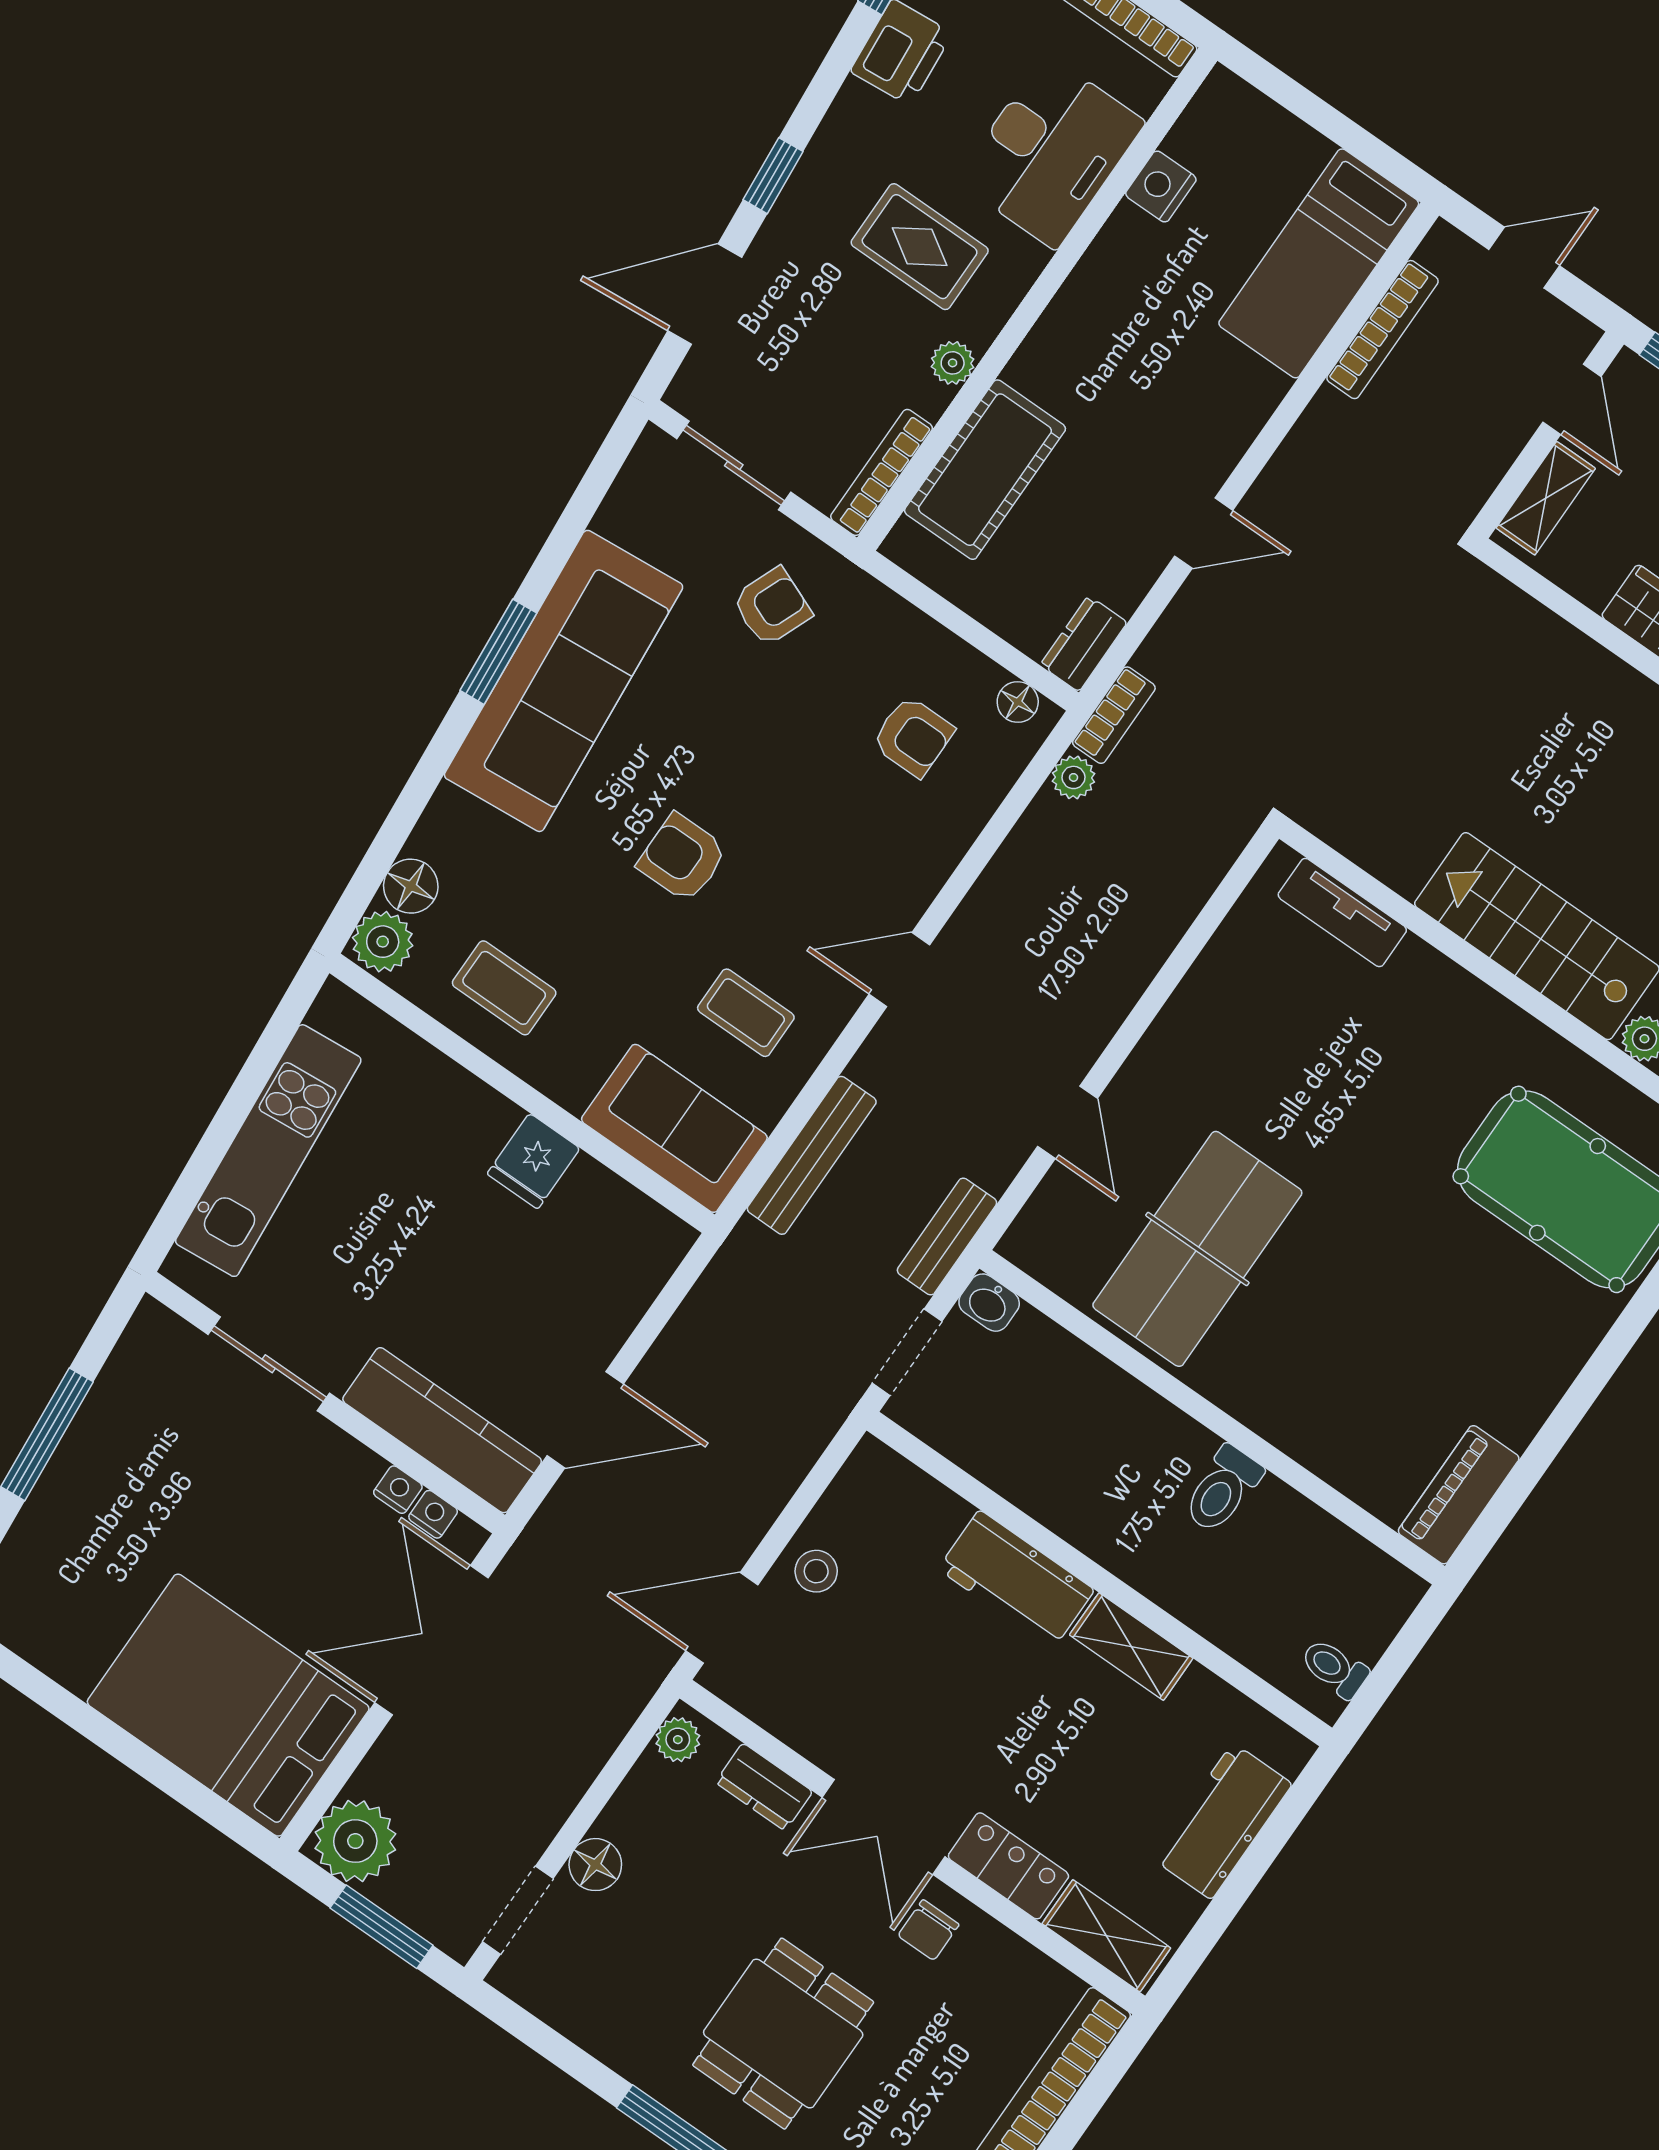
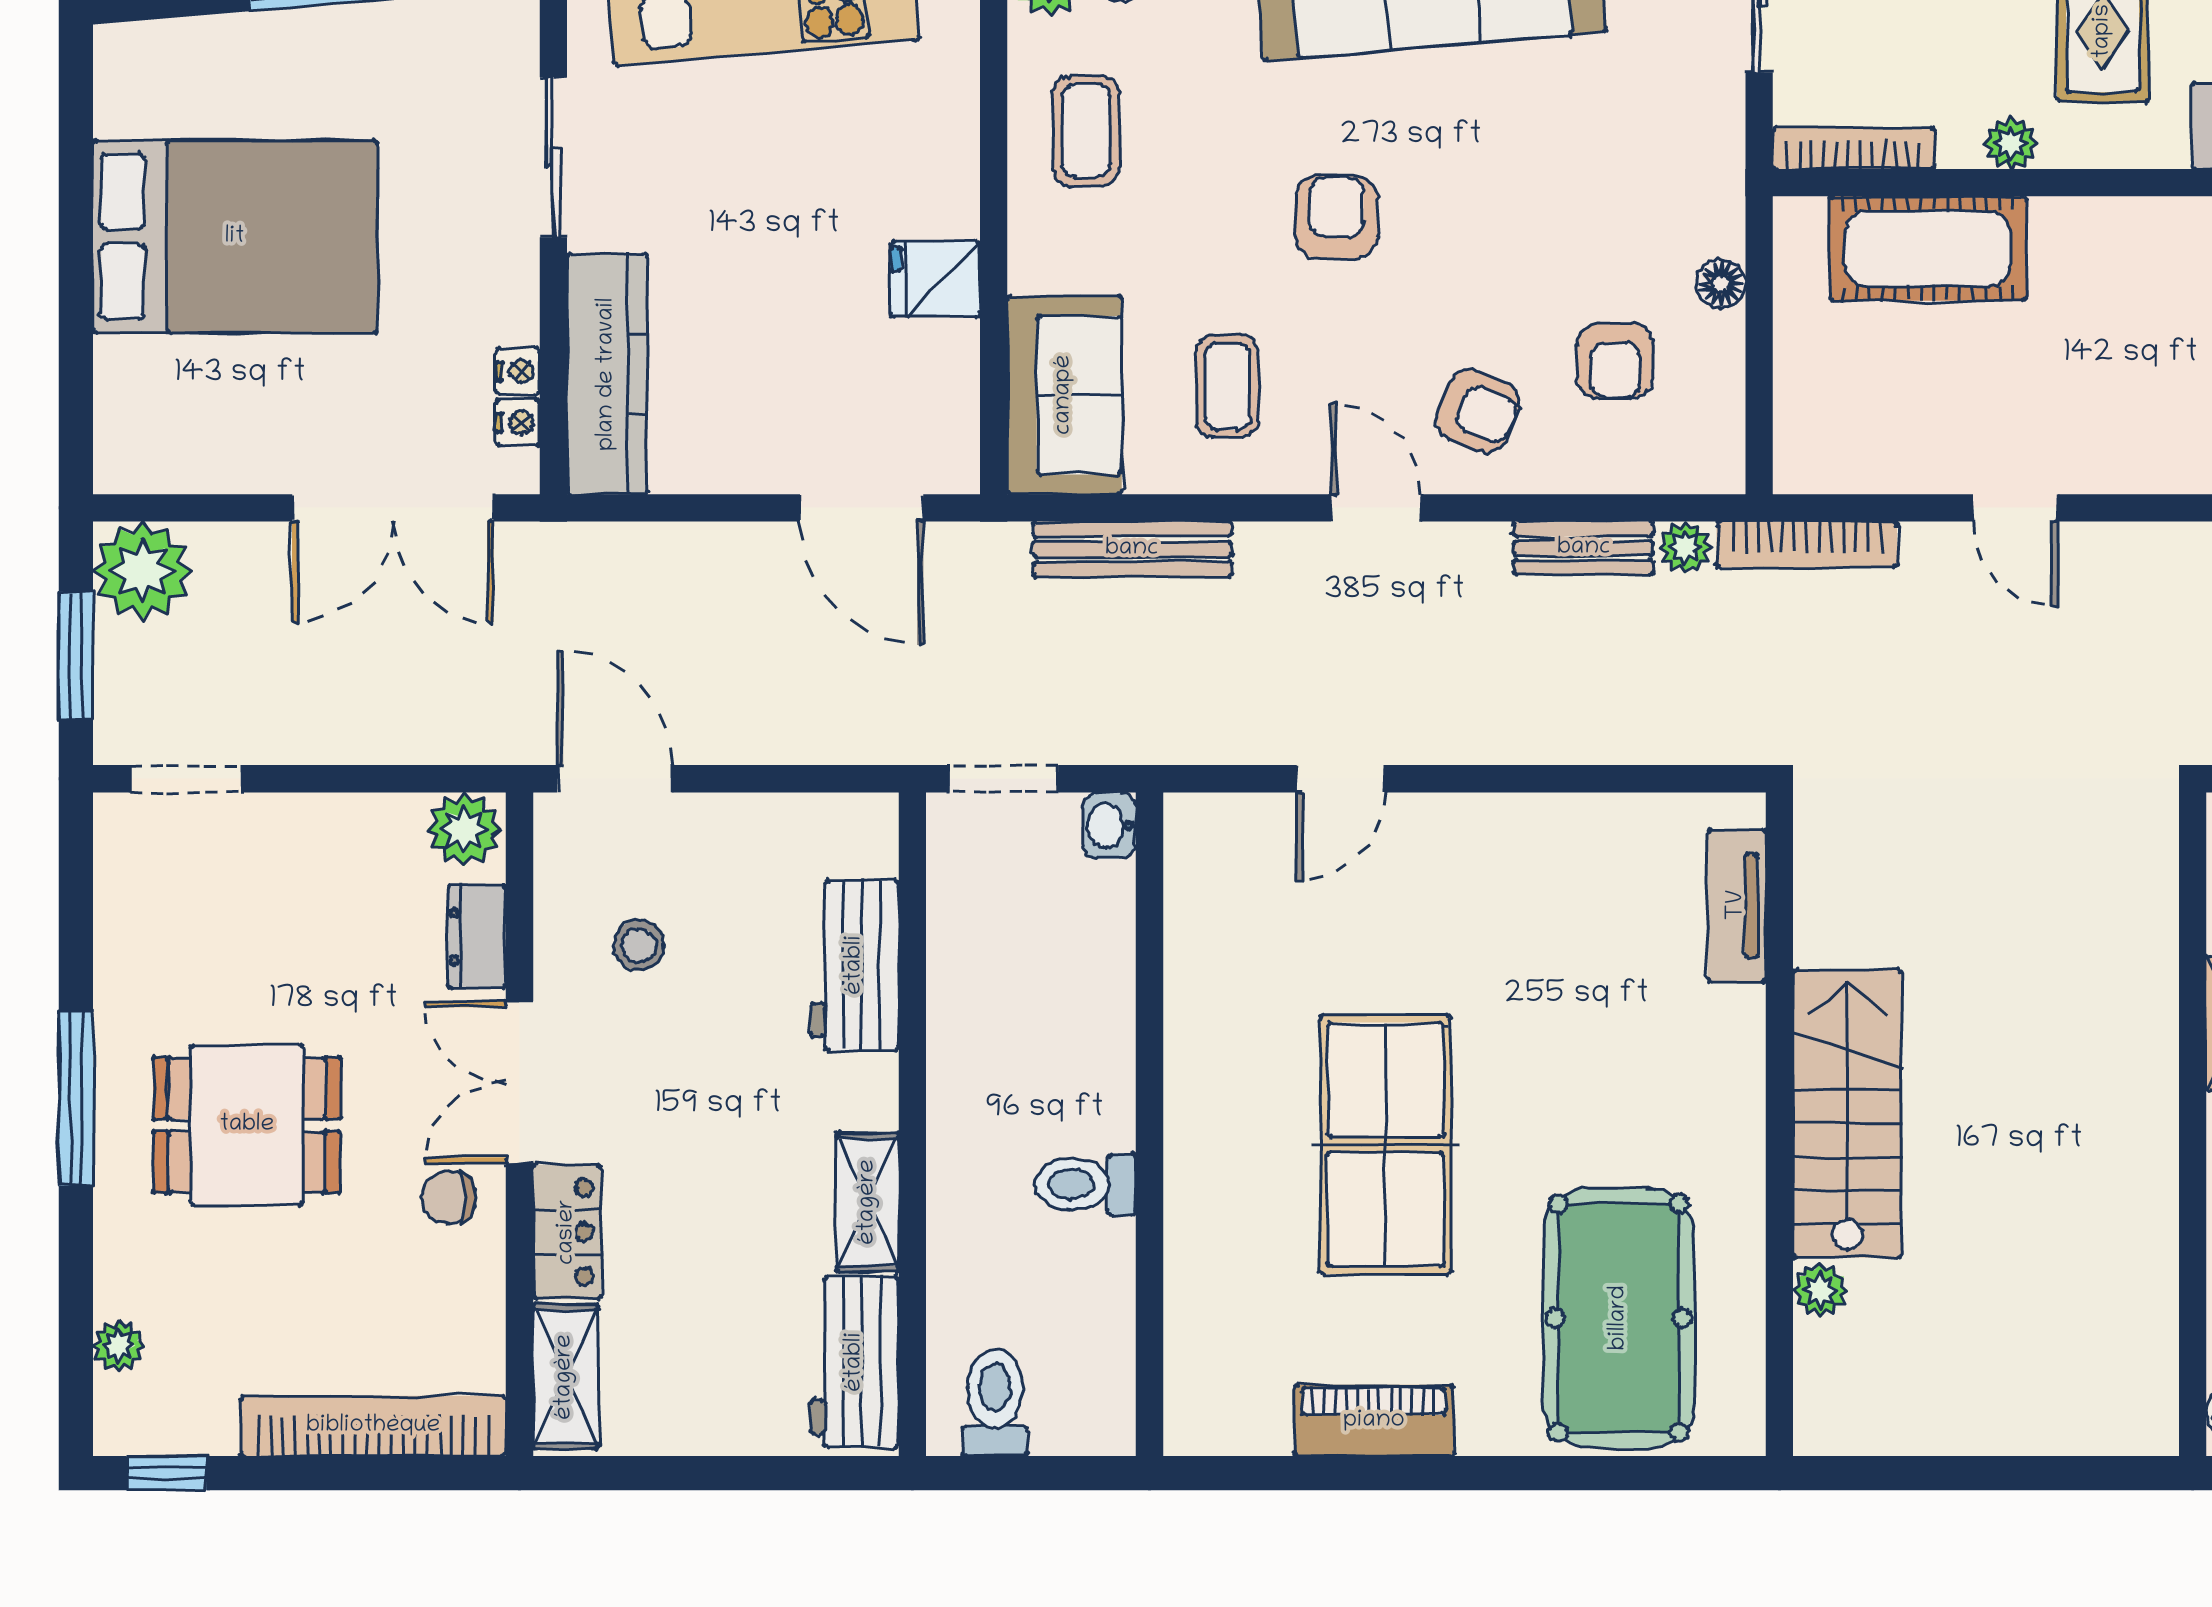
armchair: (772, 607) -> (1478, 411), moved
dresser: (1084, 644) -> (1824, 465), removed
floor lamp: (1018, 702) -> (1721, 284), moved
bookcase: (1114, 715) -> (1807, 544), width x1.56
bench: (947, 1237) -> (1584, 548), moved
table tennis table: (1197, 1249) -> (1385, 1144), moved, turned 90
door: (585, 1420) -> (862, 508), moved
piano: (1459, 1495) -> (1374, 1421), moved
stool: (816, 1571) -> (639, 945), moved
workbench: (1016, 1579) -> (855, 965), moved
double door: (431, 1640) -> (393, 508), swing flipped
toilet: (1334, 1668) -> (995, 1403), width x1.37, depth x1.39
bed: (228, 1705) -> (235, 237), moved, turned 90
plant: (678, 1740) -> (464, 829), width x1.38, depth x1.38
workbench: (1222, 1821) -> (855, 1362), moved, turned -90
floor lamp: (595, 1865) -> (284, 824), removed

